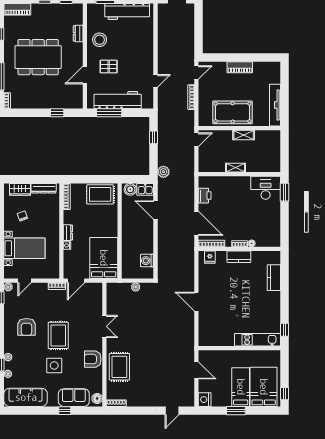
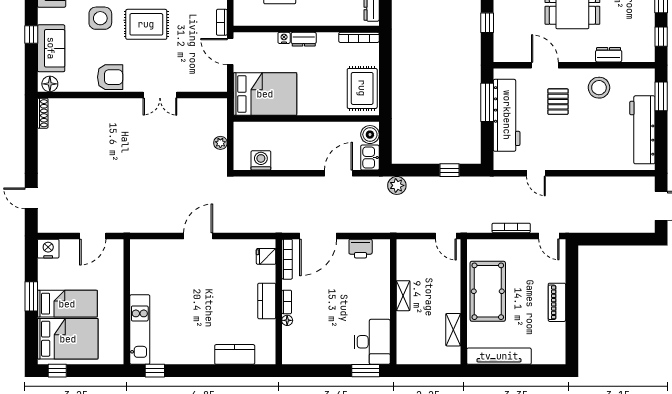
shelving: (244, 135) -> (453, 330), moved
armchair: (93, 359) -> (110, 77), turned 90
rug: (119, 367) -> (98, 118), removed

